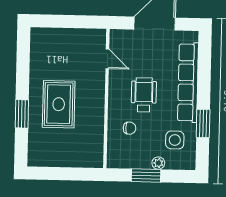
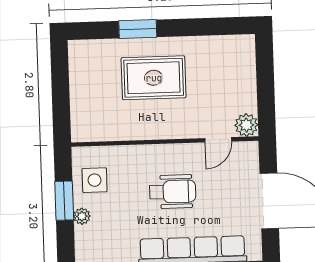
plant: (98, 37) -> (246, 125), added
chair: (129, 128) -> (127, 175), removed
side table: (175, 140) -> (95, 180), moved

